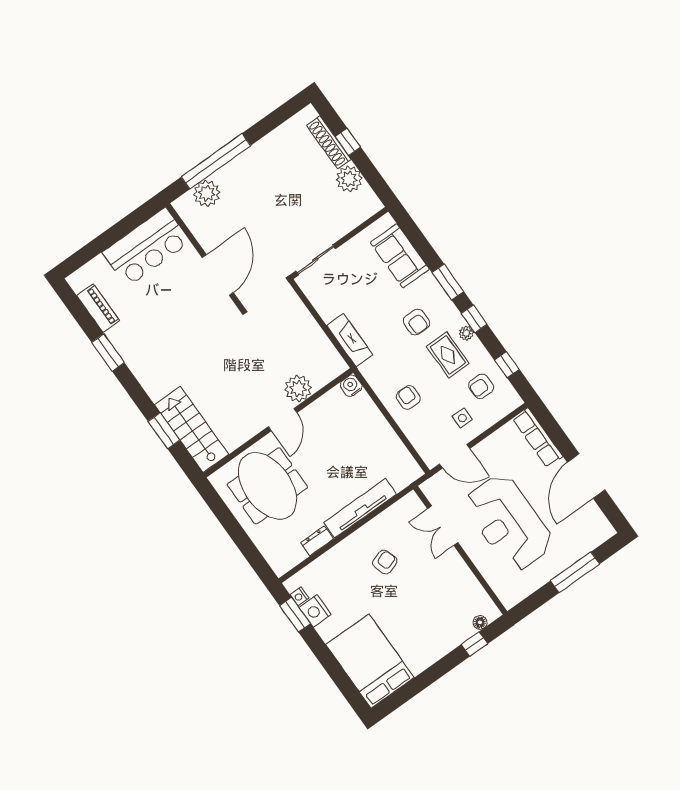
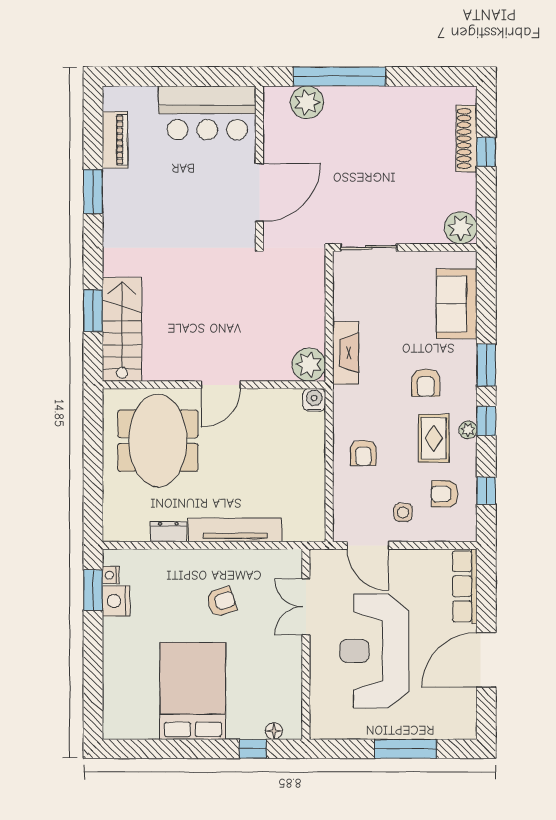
plant: (349, 179) -> (461, 228), moved
plant: (298, 389) -> (309, 365), moved
armchair: (408, 397) -> (363, 453), turned 180
bed: (370, 661) -> (193, 691), moved

